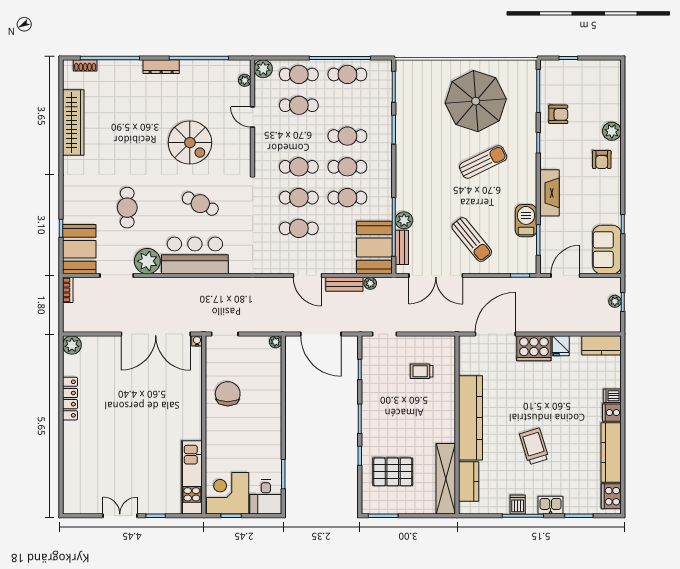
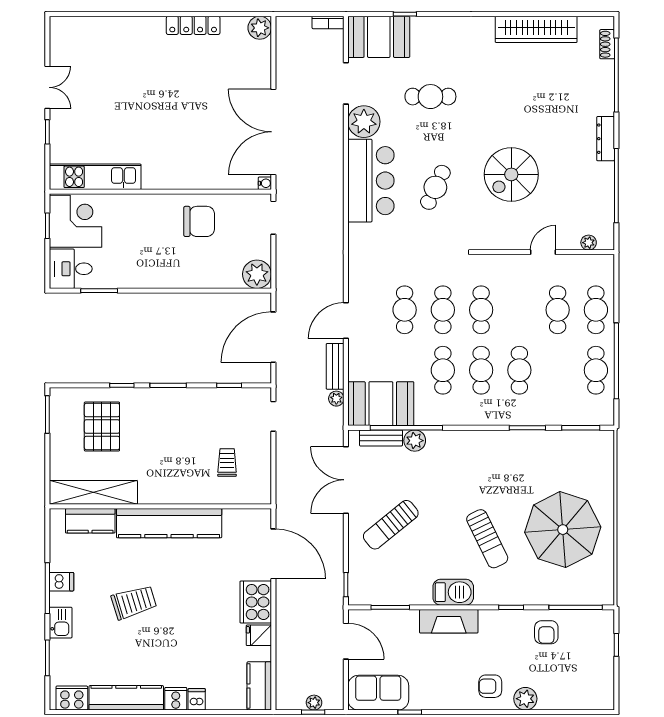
plant: (263, 69) -> (603, 265), removed
barbecue: (526, 221) -> (453, 592), moved
plant: (276, 342) -> (257, 274), width x1.87, depth x1.87

